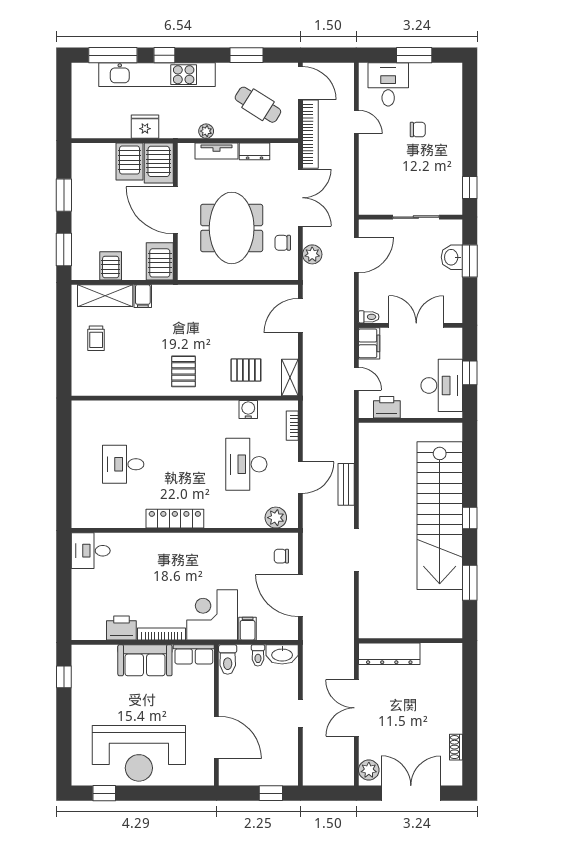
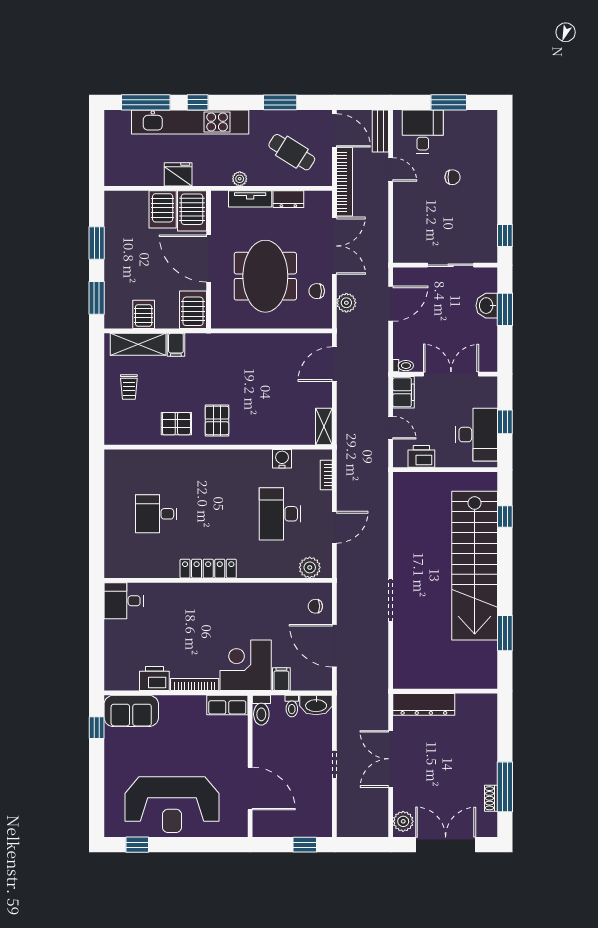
pallet: (246, 370) -> (176, 424), moved
bench: (346, 484) -> (380, 131), moved
window: (470, 518) -> (505, 517), moved
sofa: (145, 660) -> (131, 711), moved
window: (470, 736) -> (505, 787), added

